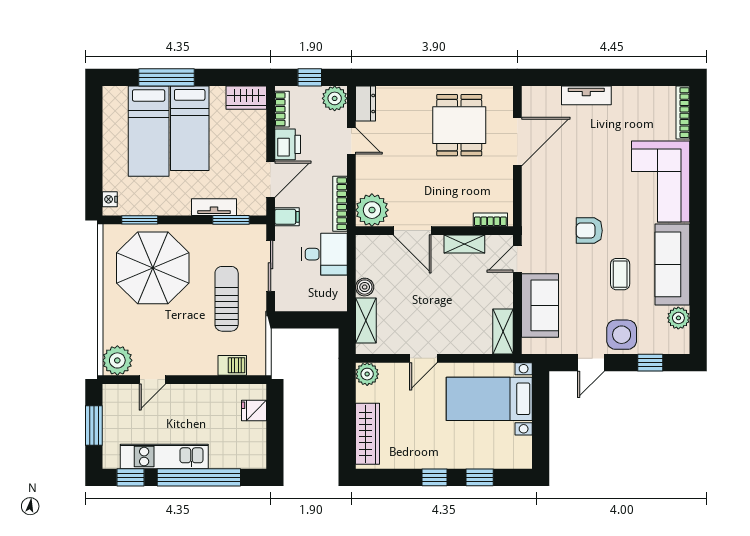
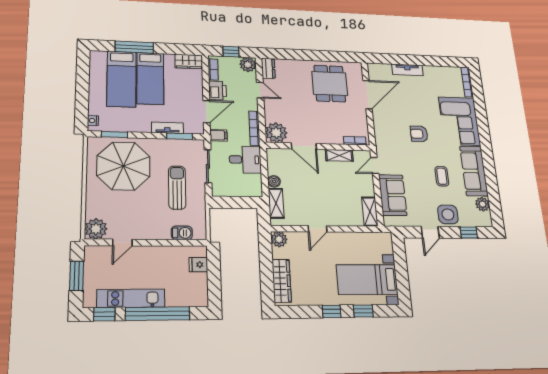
armchair: (589, 231) -> (419, 134), moved
bed with nightstands: (489, 399) -> (367, 280), moved

